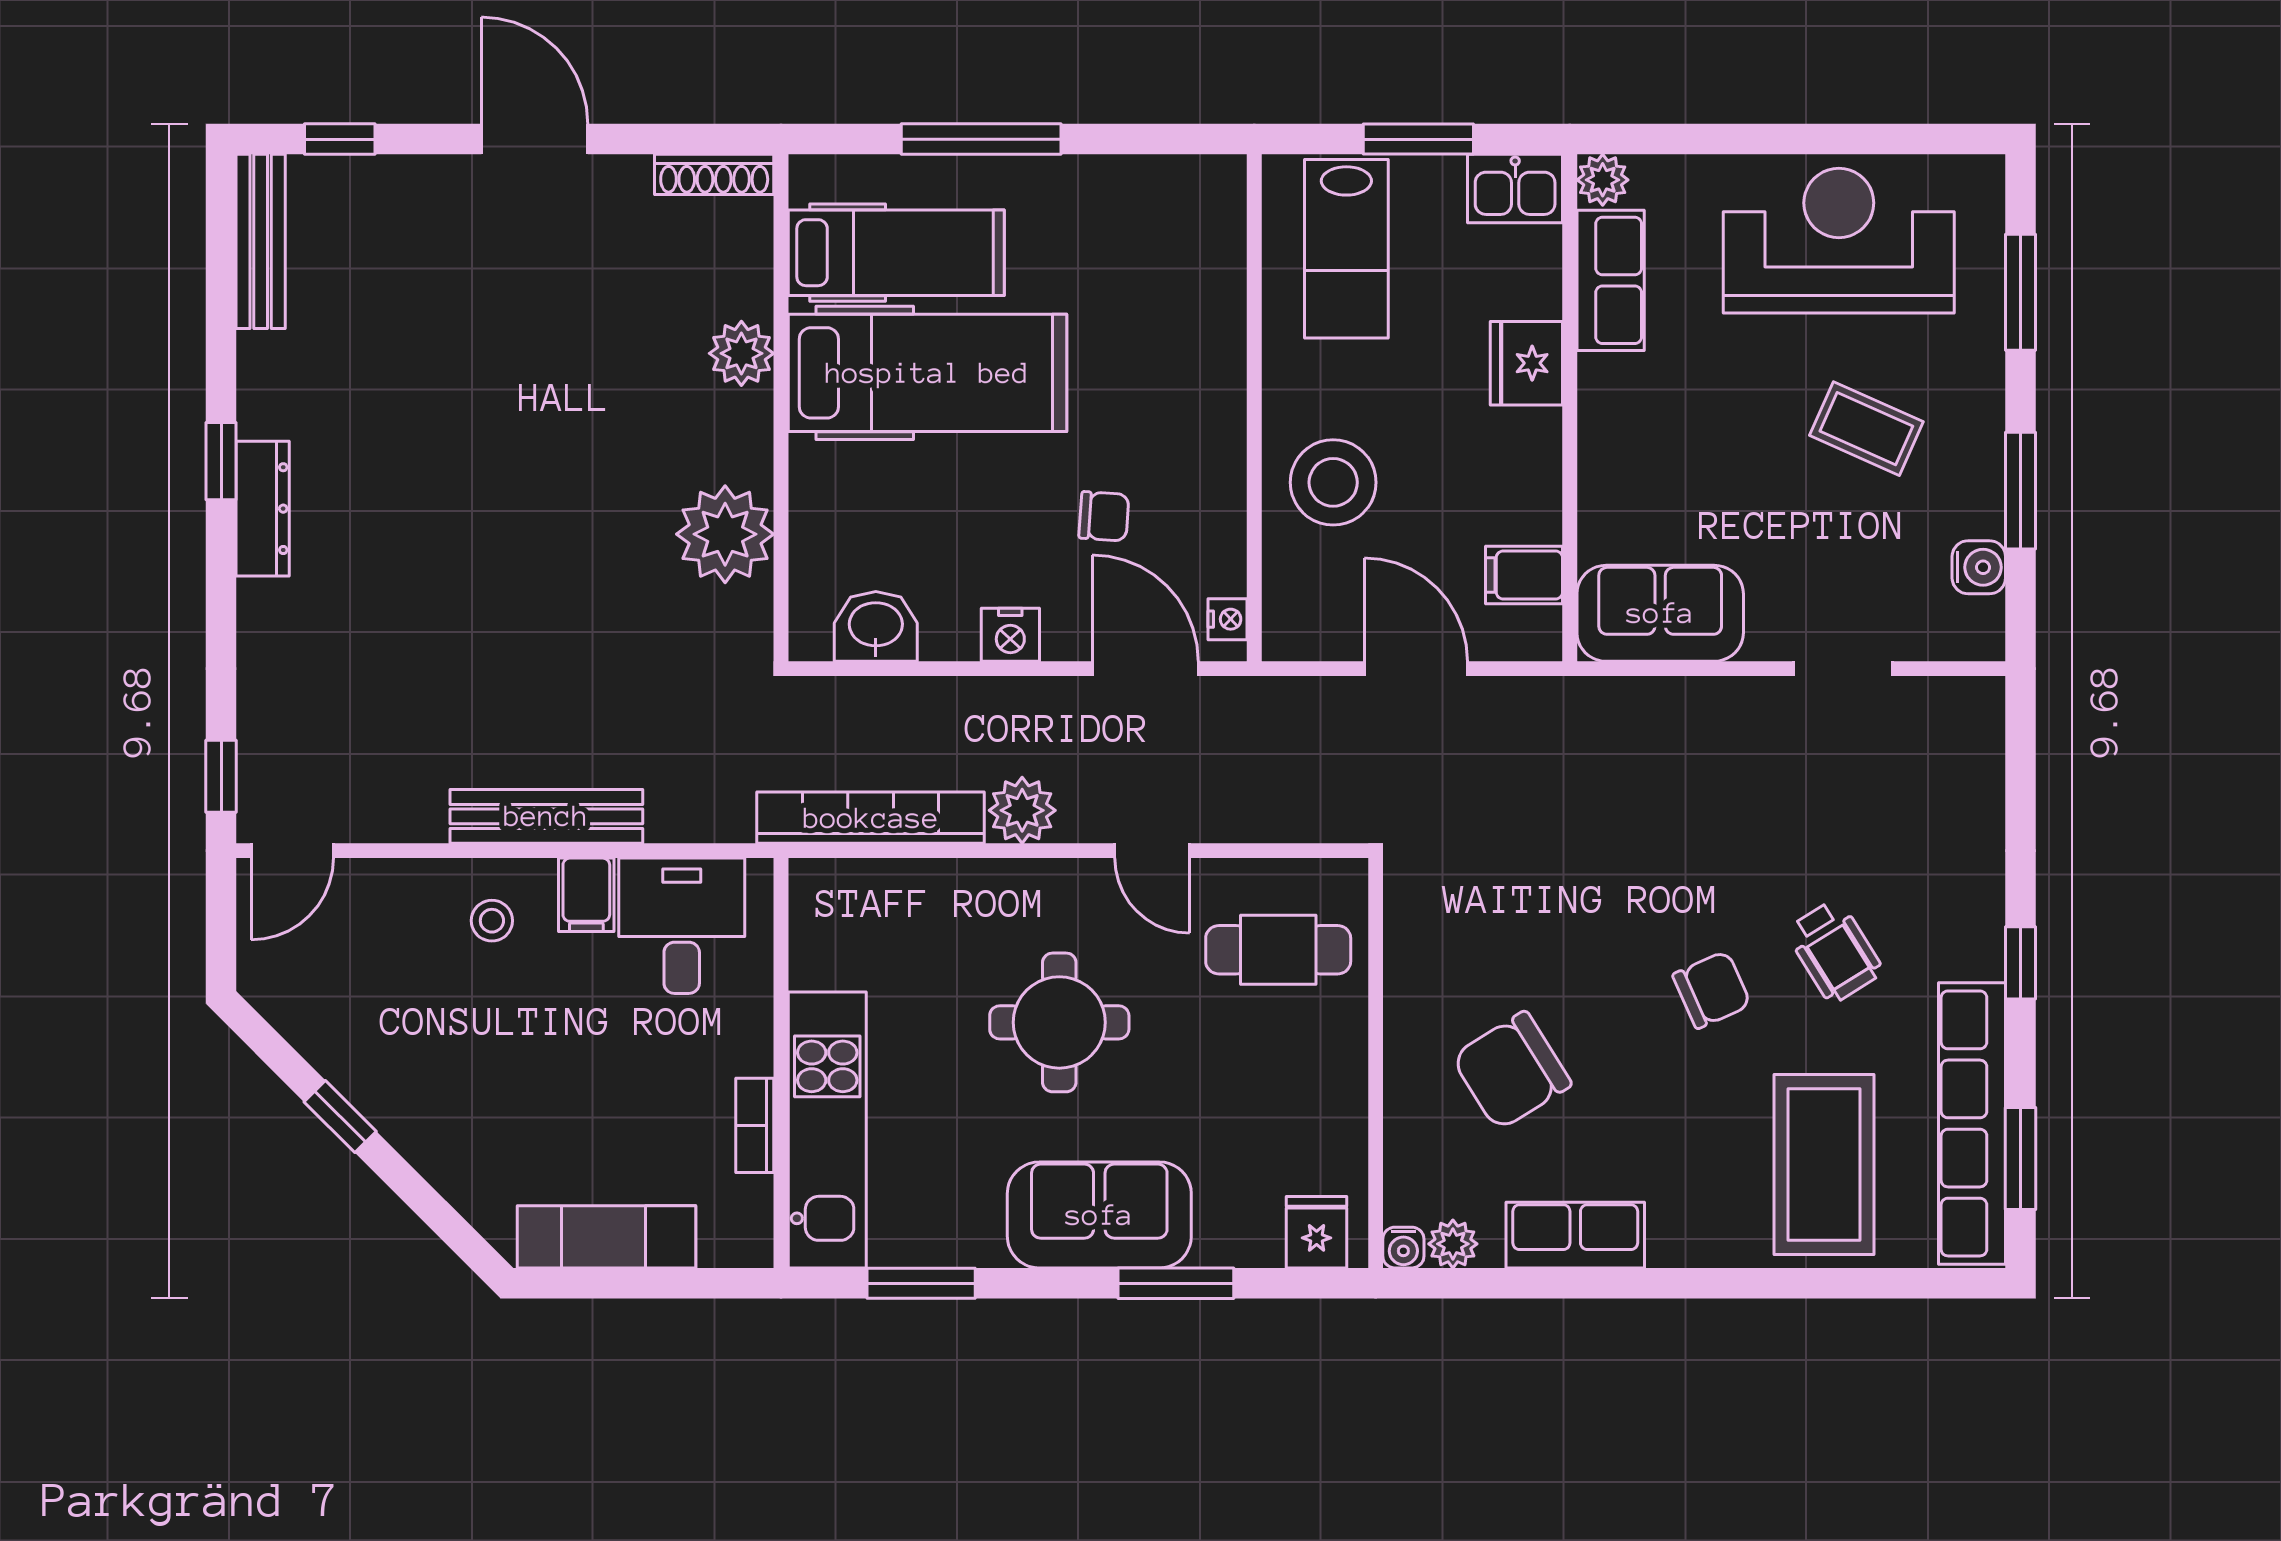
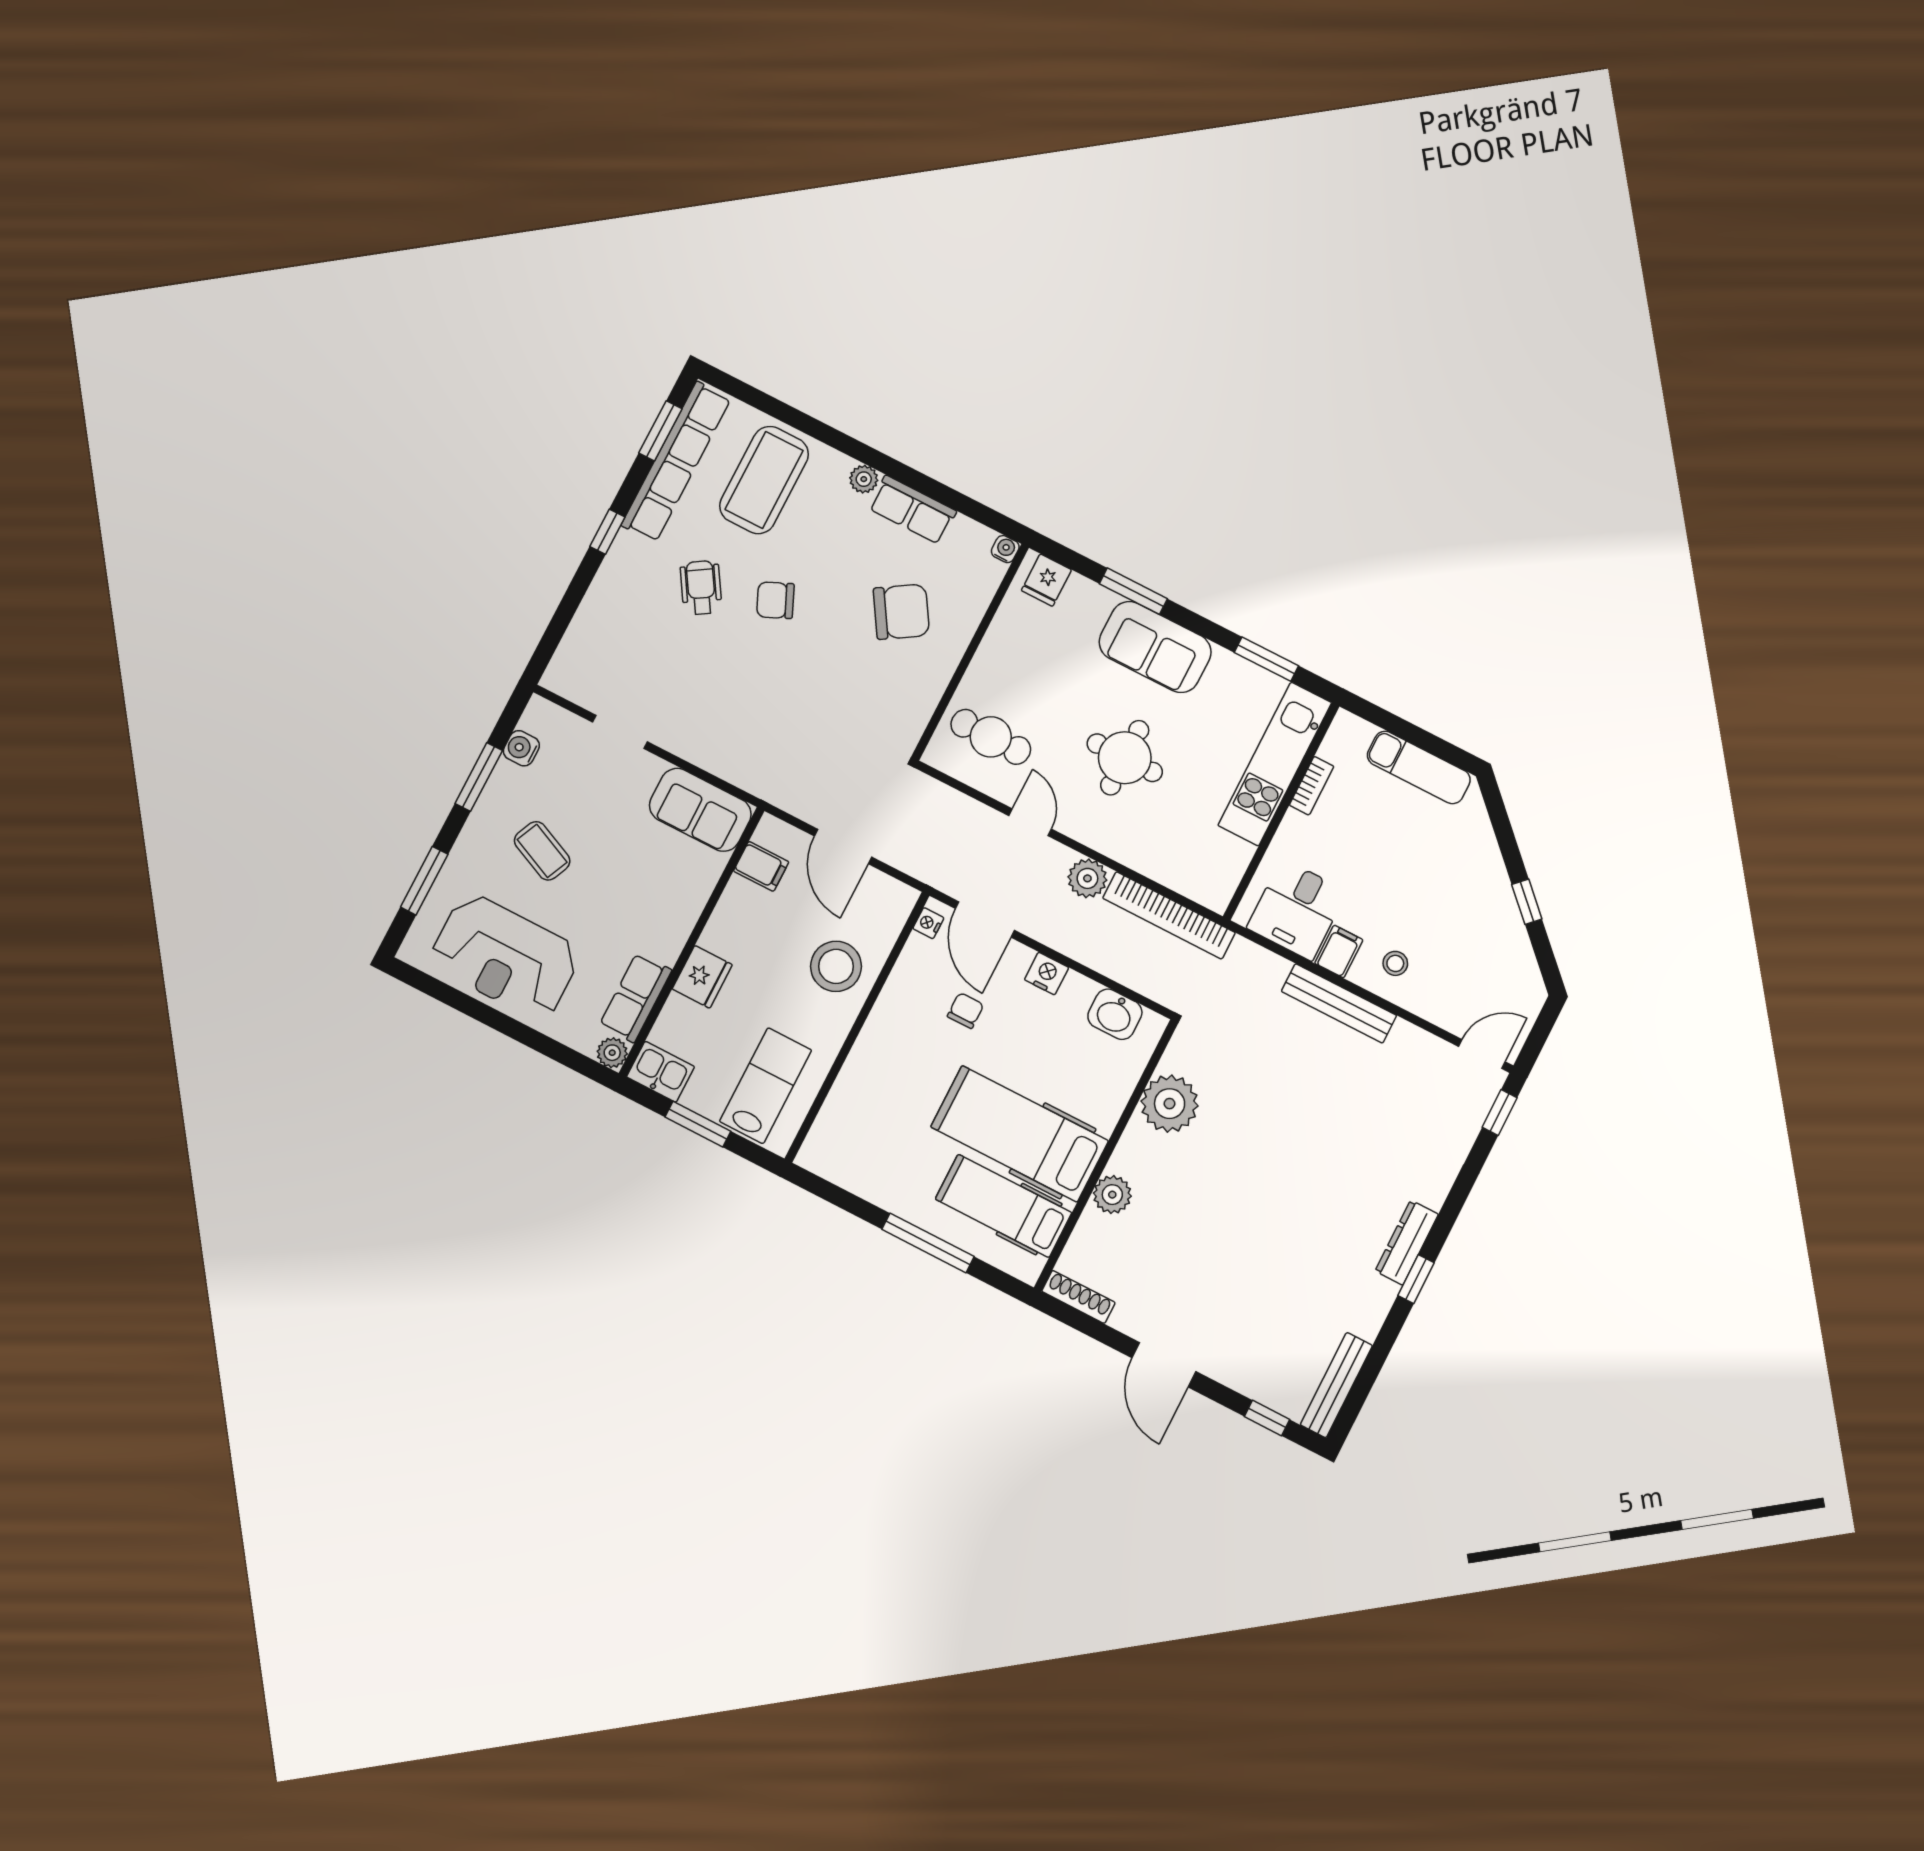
chair: (1104, 516) -> (965, 1010), turned 86
plant: (1453, 1244) -> (864, 479), moved

